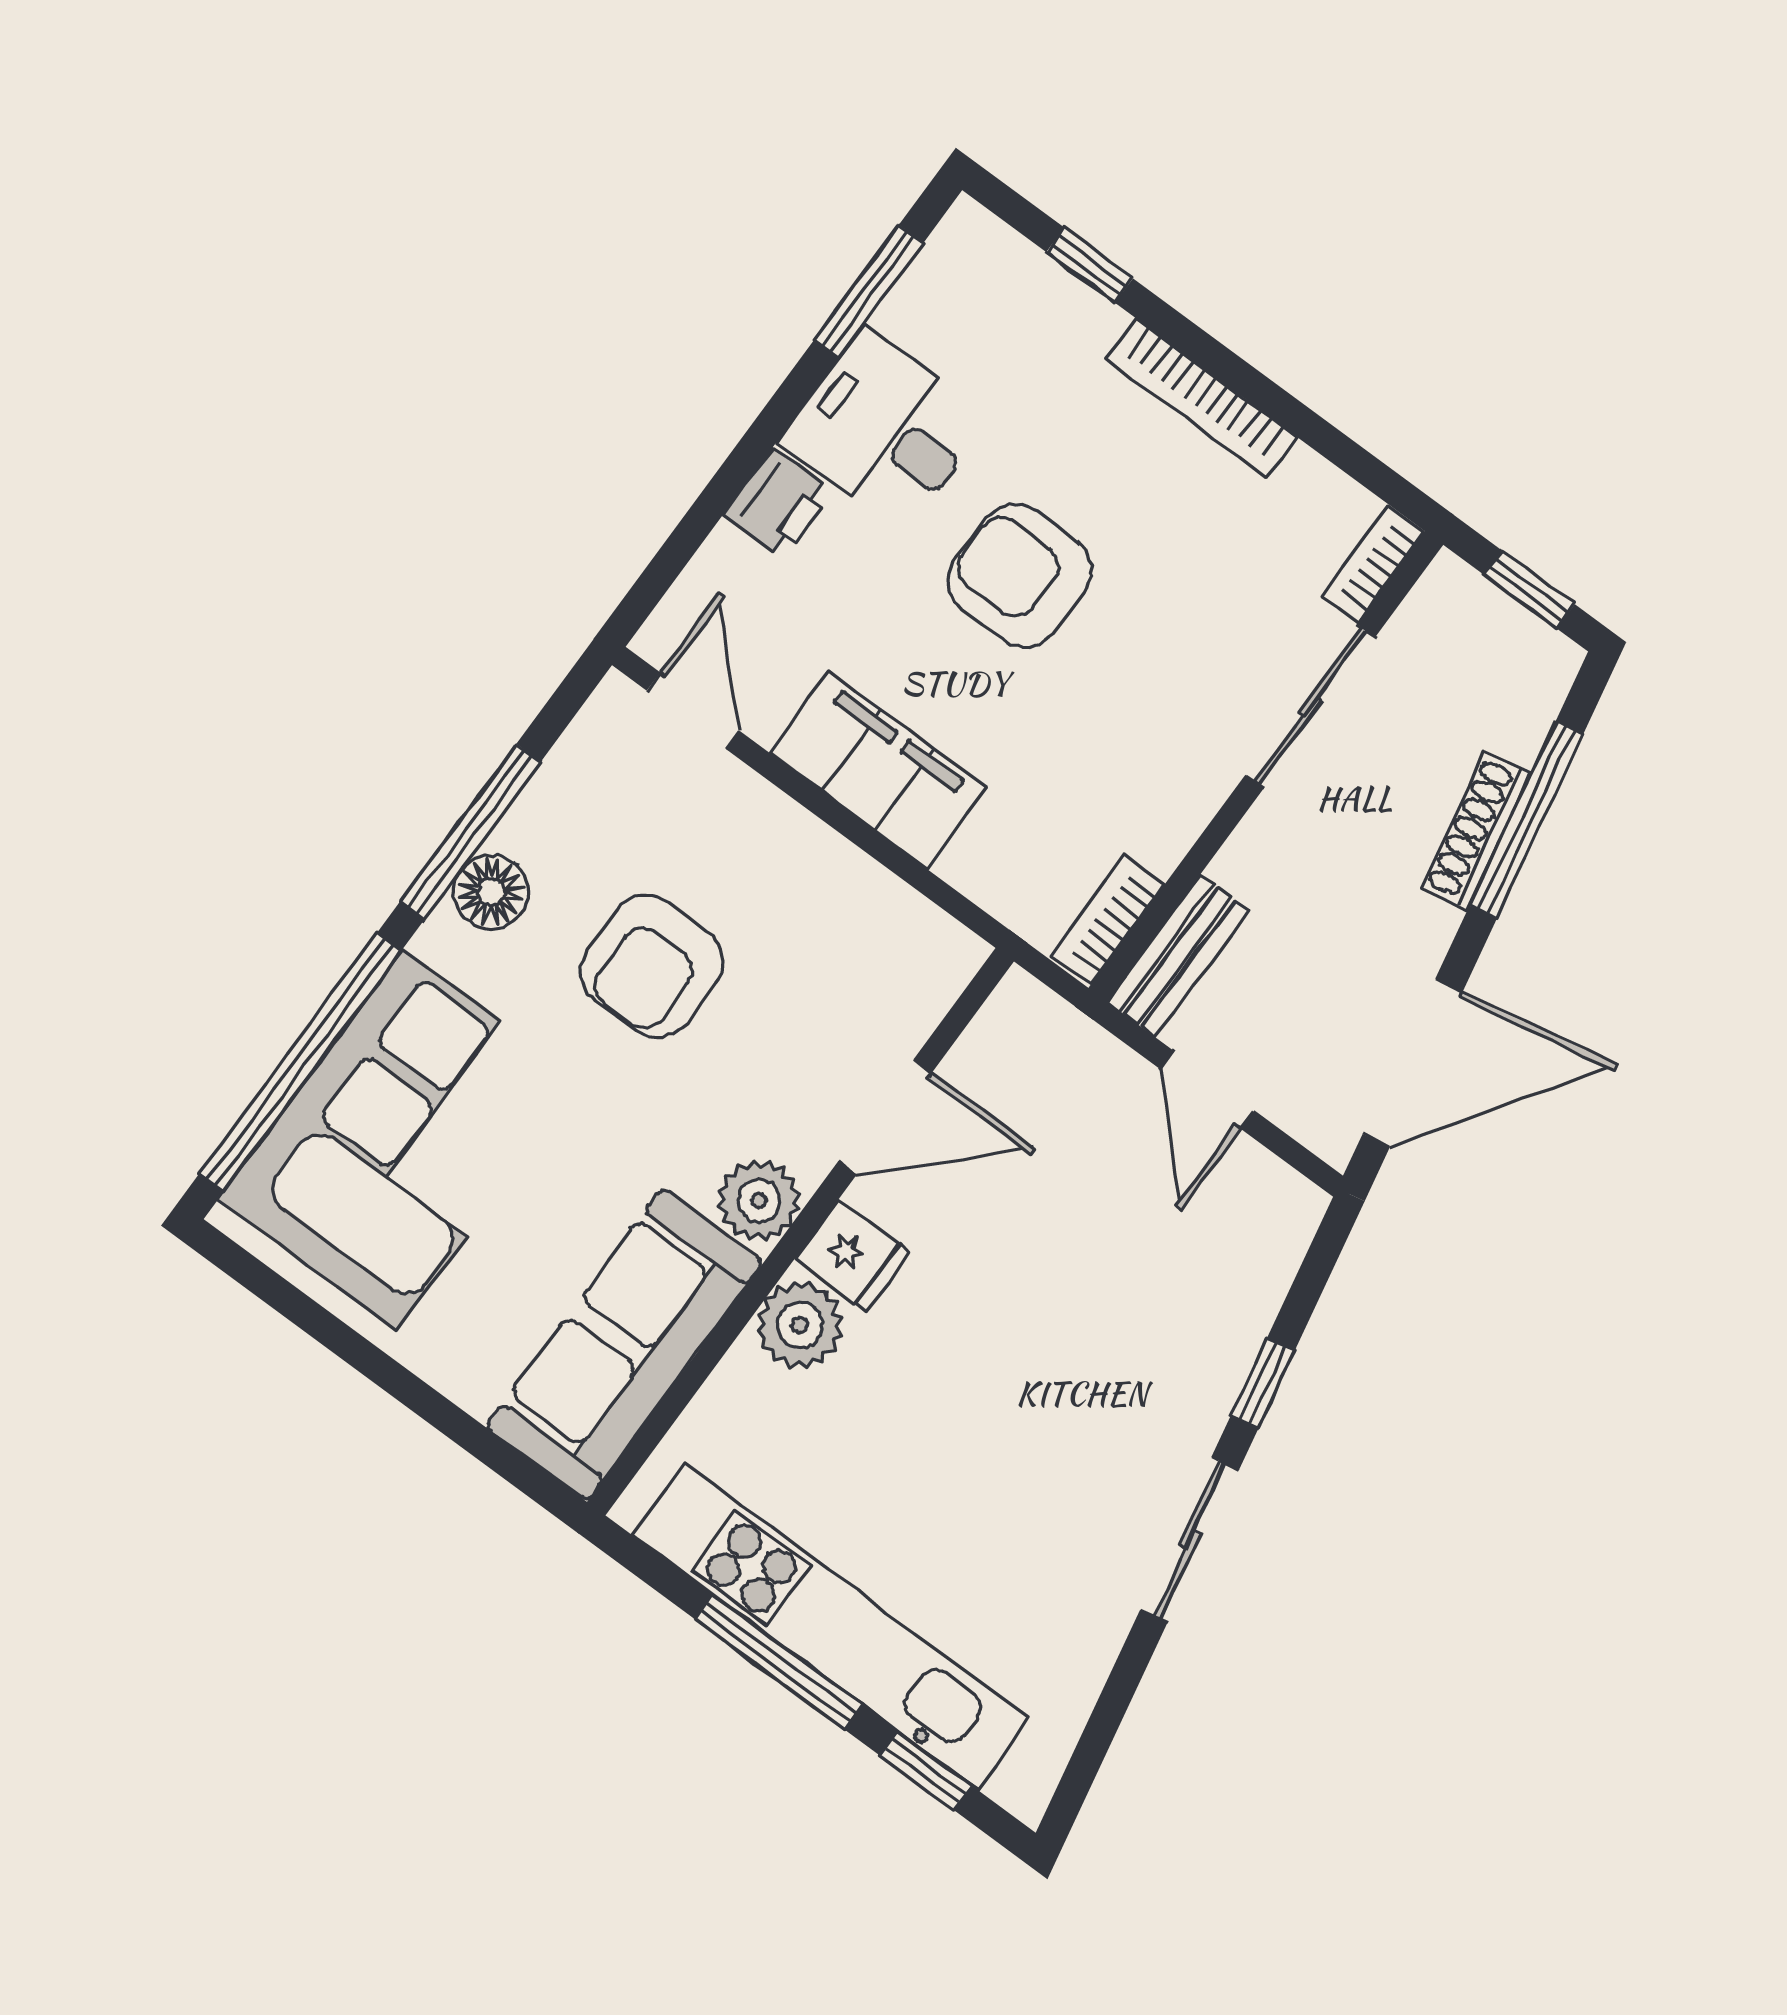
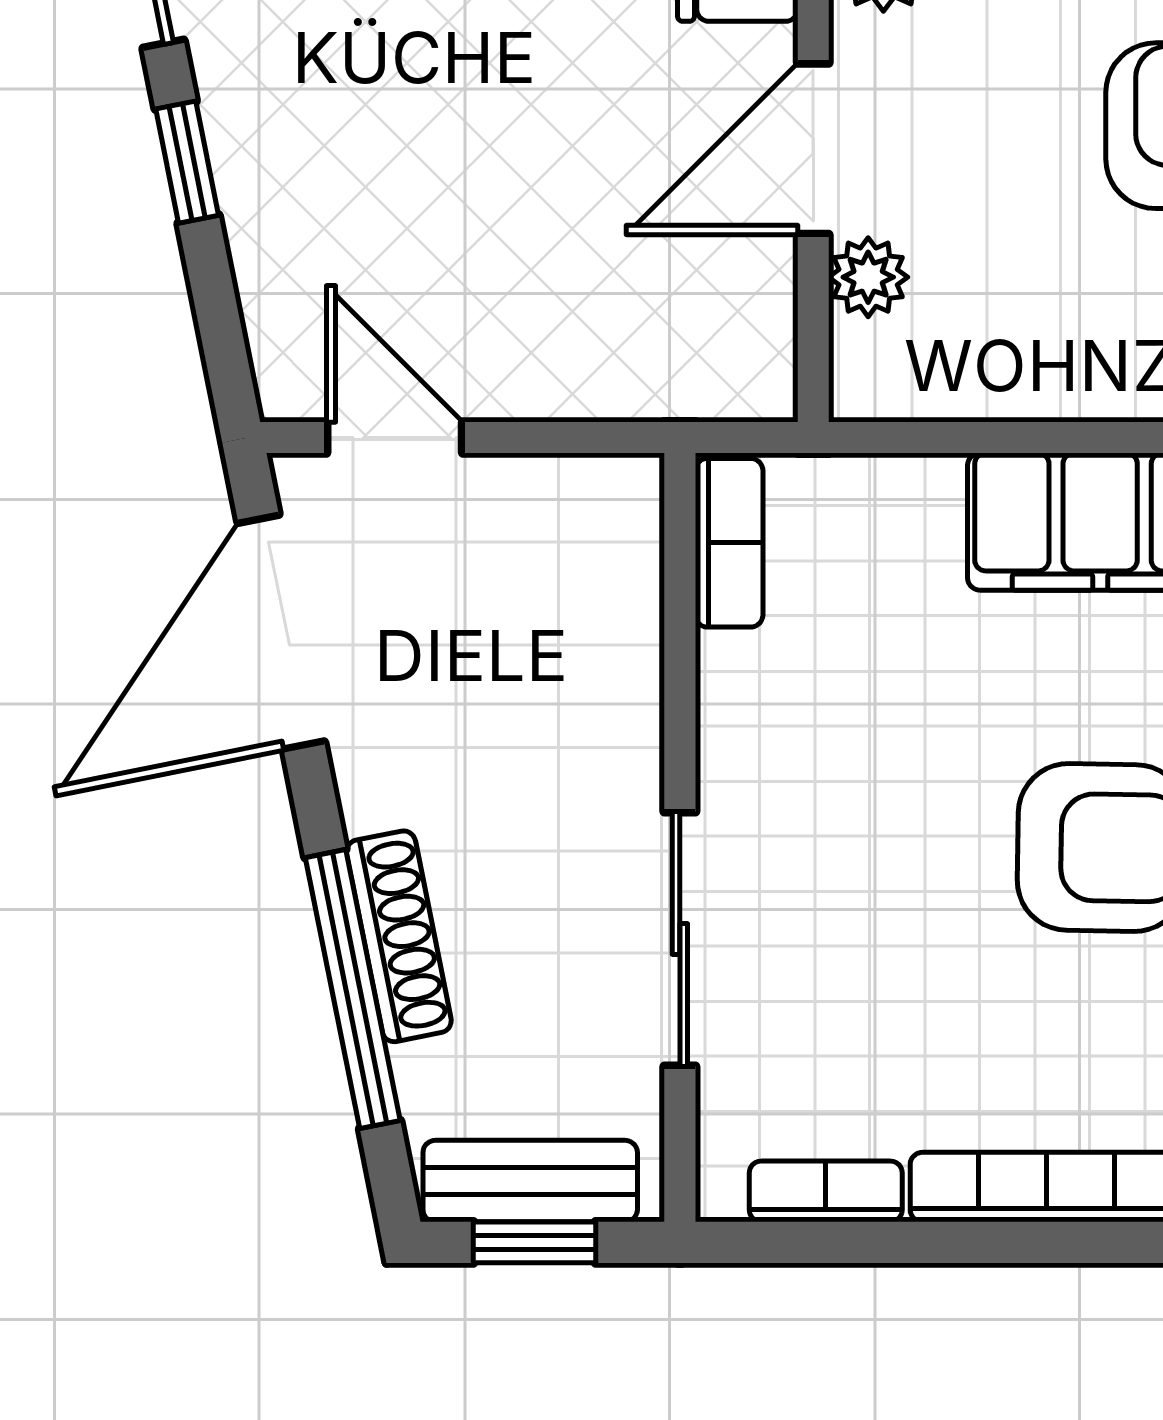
bookcase: (1373, 564) -> (826, 1191), moved, turned -90
bench: (1178, 956) -> (530, 1181), moved, turned 90
plant: (909, 1017) -> (868, 277), added
door: (1207, 1090) -> (395, 438), moved

